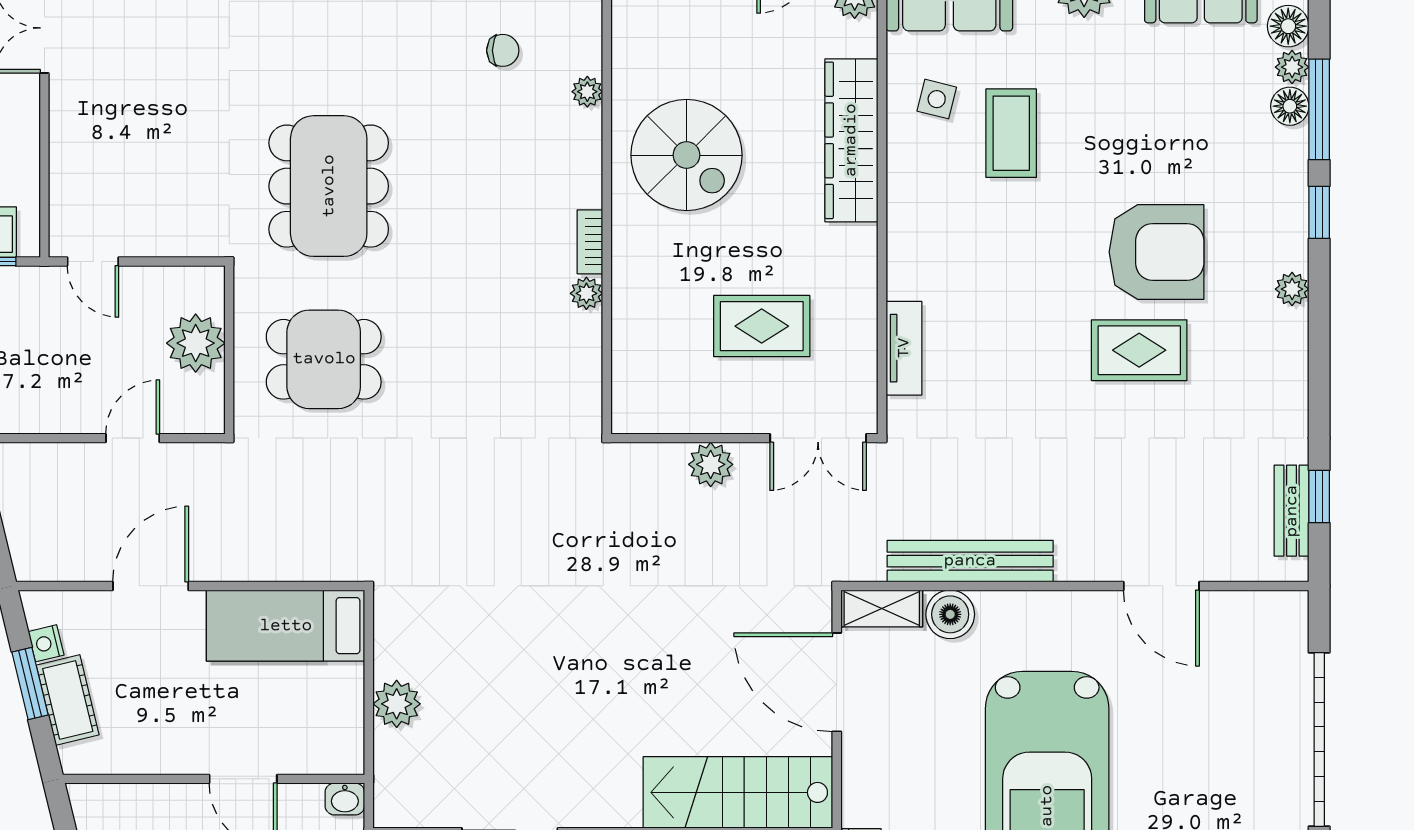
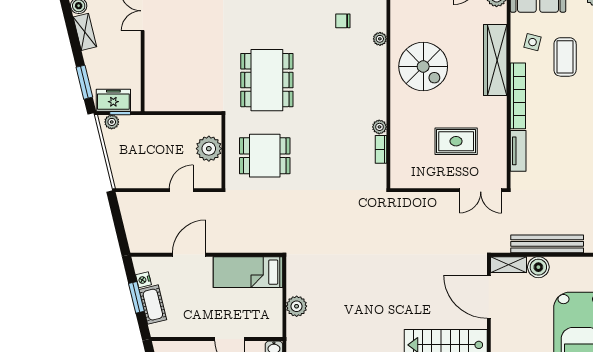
chair: (503, 50) -> (343, 21), turned 180
bookcase: (903, 222) -> (518, 96), added
bookcase: (590, 242) -> (381, 149), moved
door: (93, 262) -> (164, 113), removed
plant: (711, 464) -> (434, 202), removed

